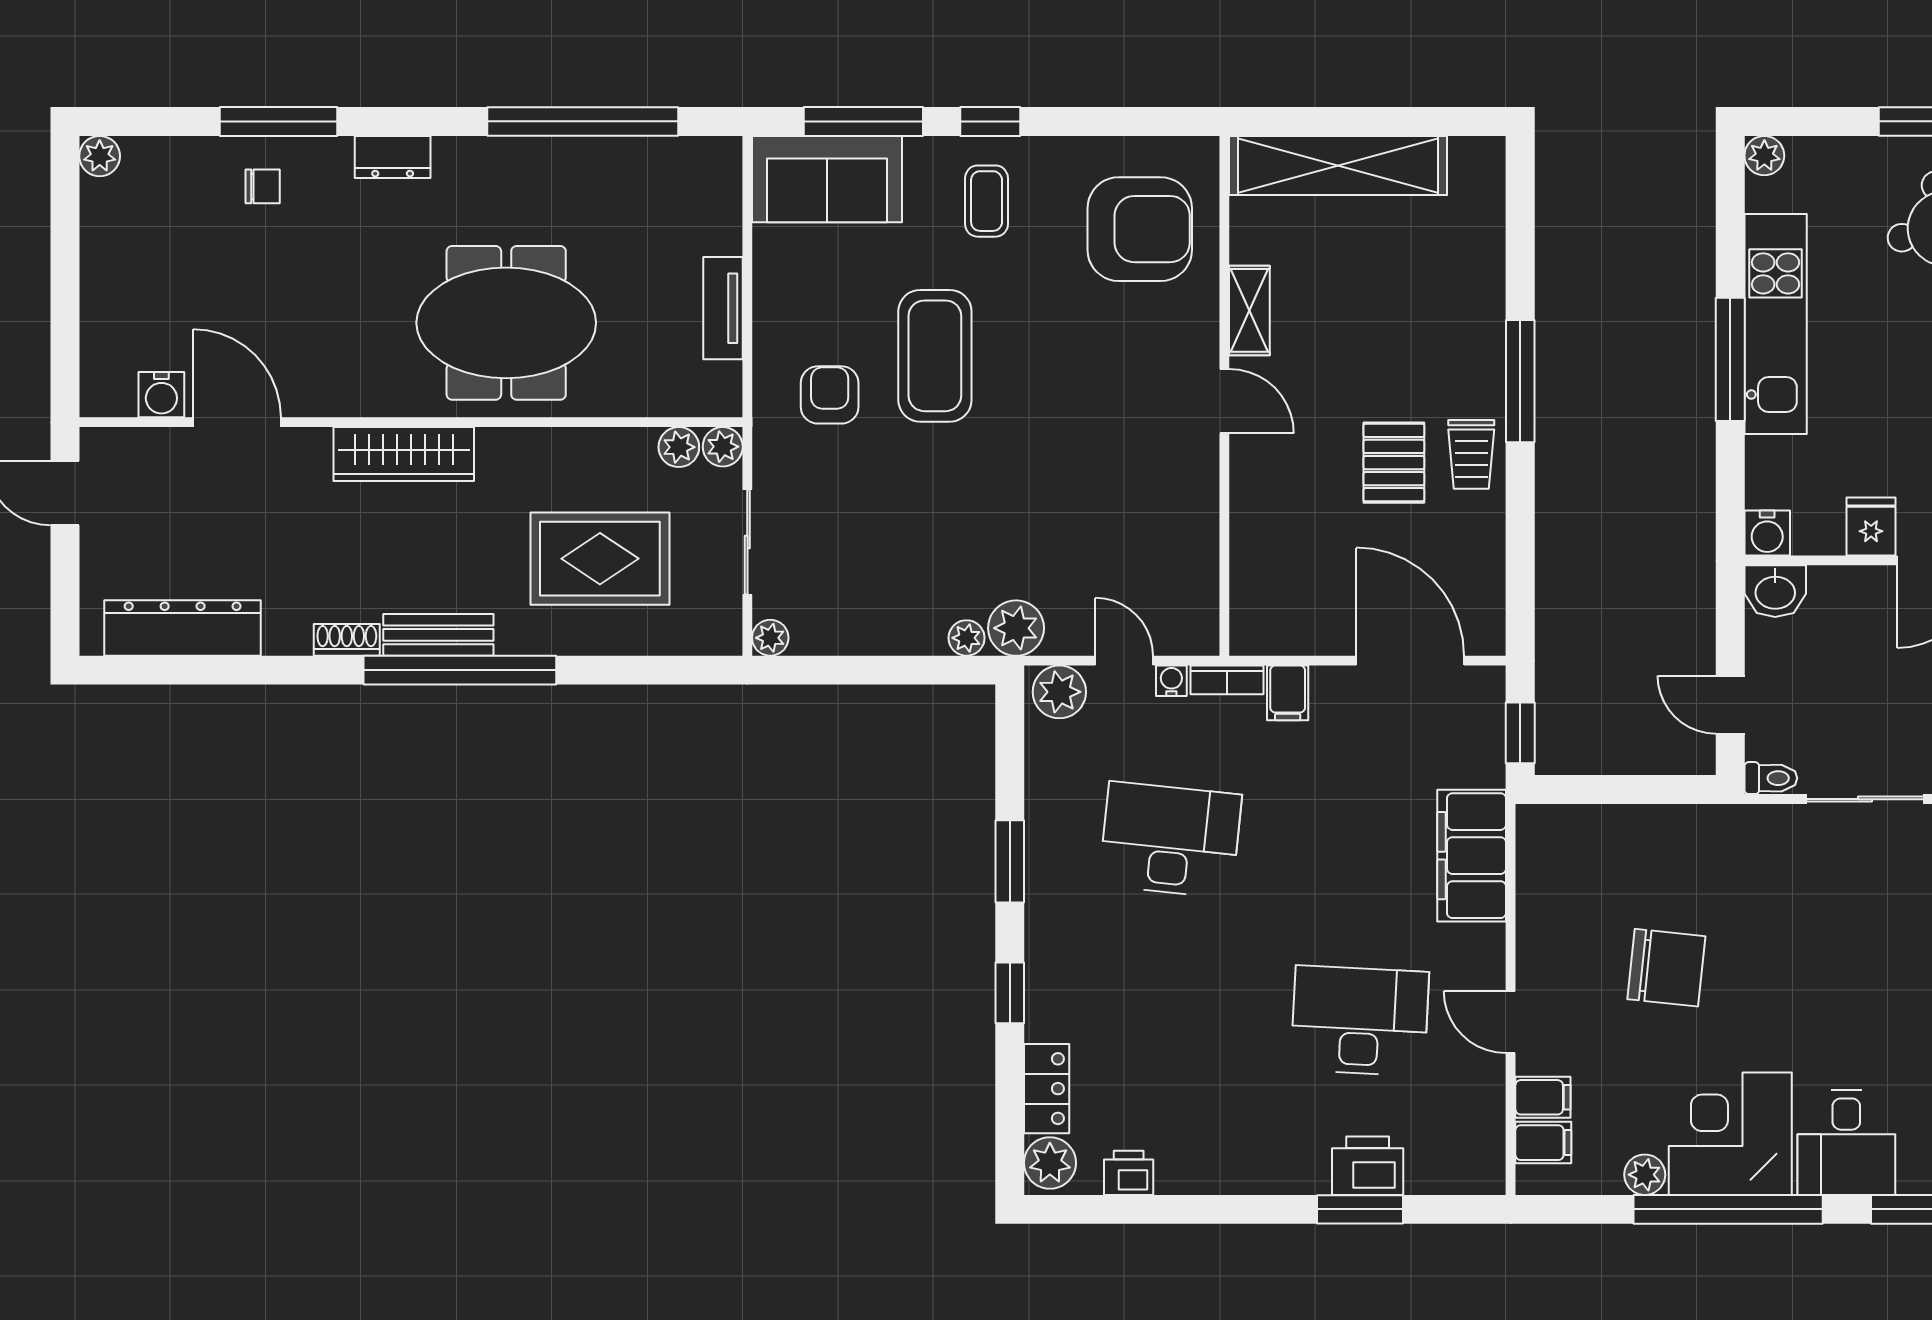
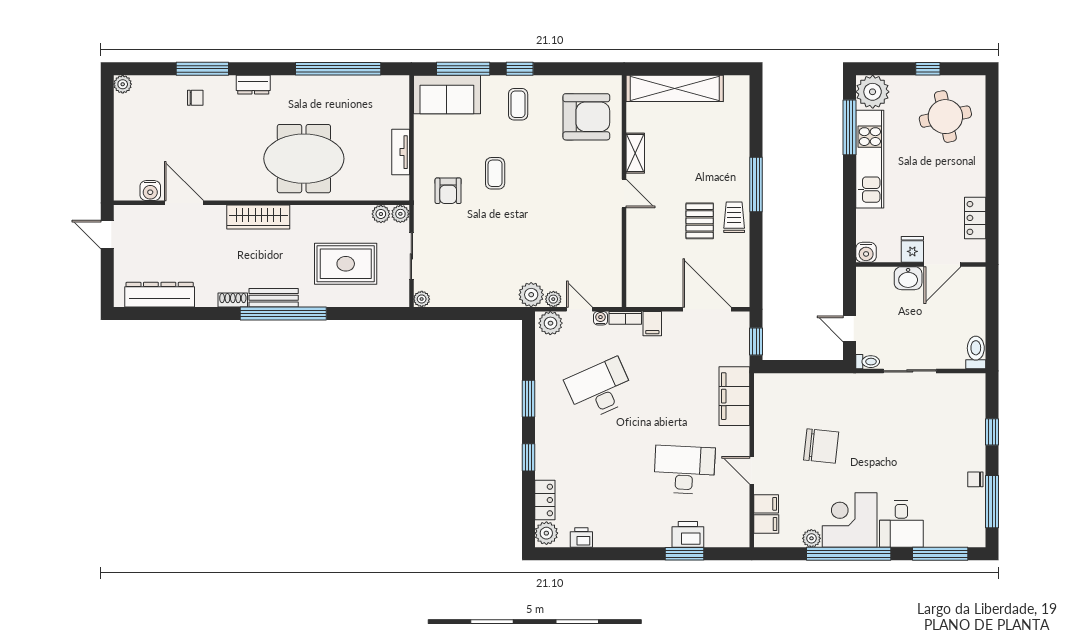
plant: (1764, 156) -> (873, 92), width x1.88, depth x1.88
coffee table: (935, 356) -> (495, 173), width x0.54, depth x0.58
window: (1730, 359) -> (850, 127), moved
armchair: (830, 395) -> (448, 191), turned 180
trolley: (1471, 454) -> (734, 217), turned 180
washbasin: (1775, 591) -> (908, 278), moved
plant: (967, 638) -> (553, 299), moved
desk: (1170, 840) -> (600, 389), turned -30

